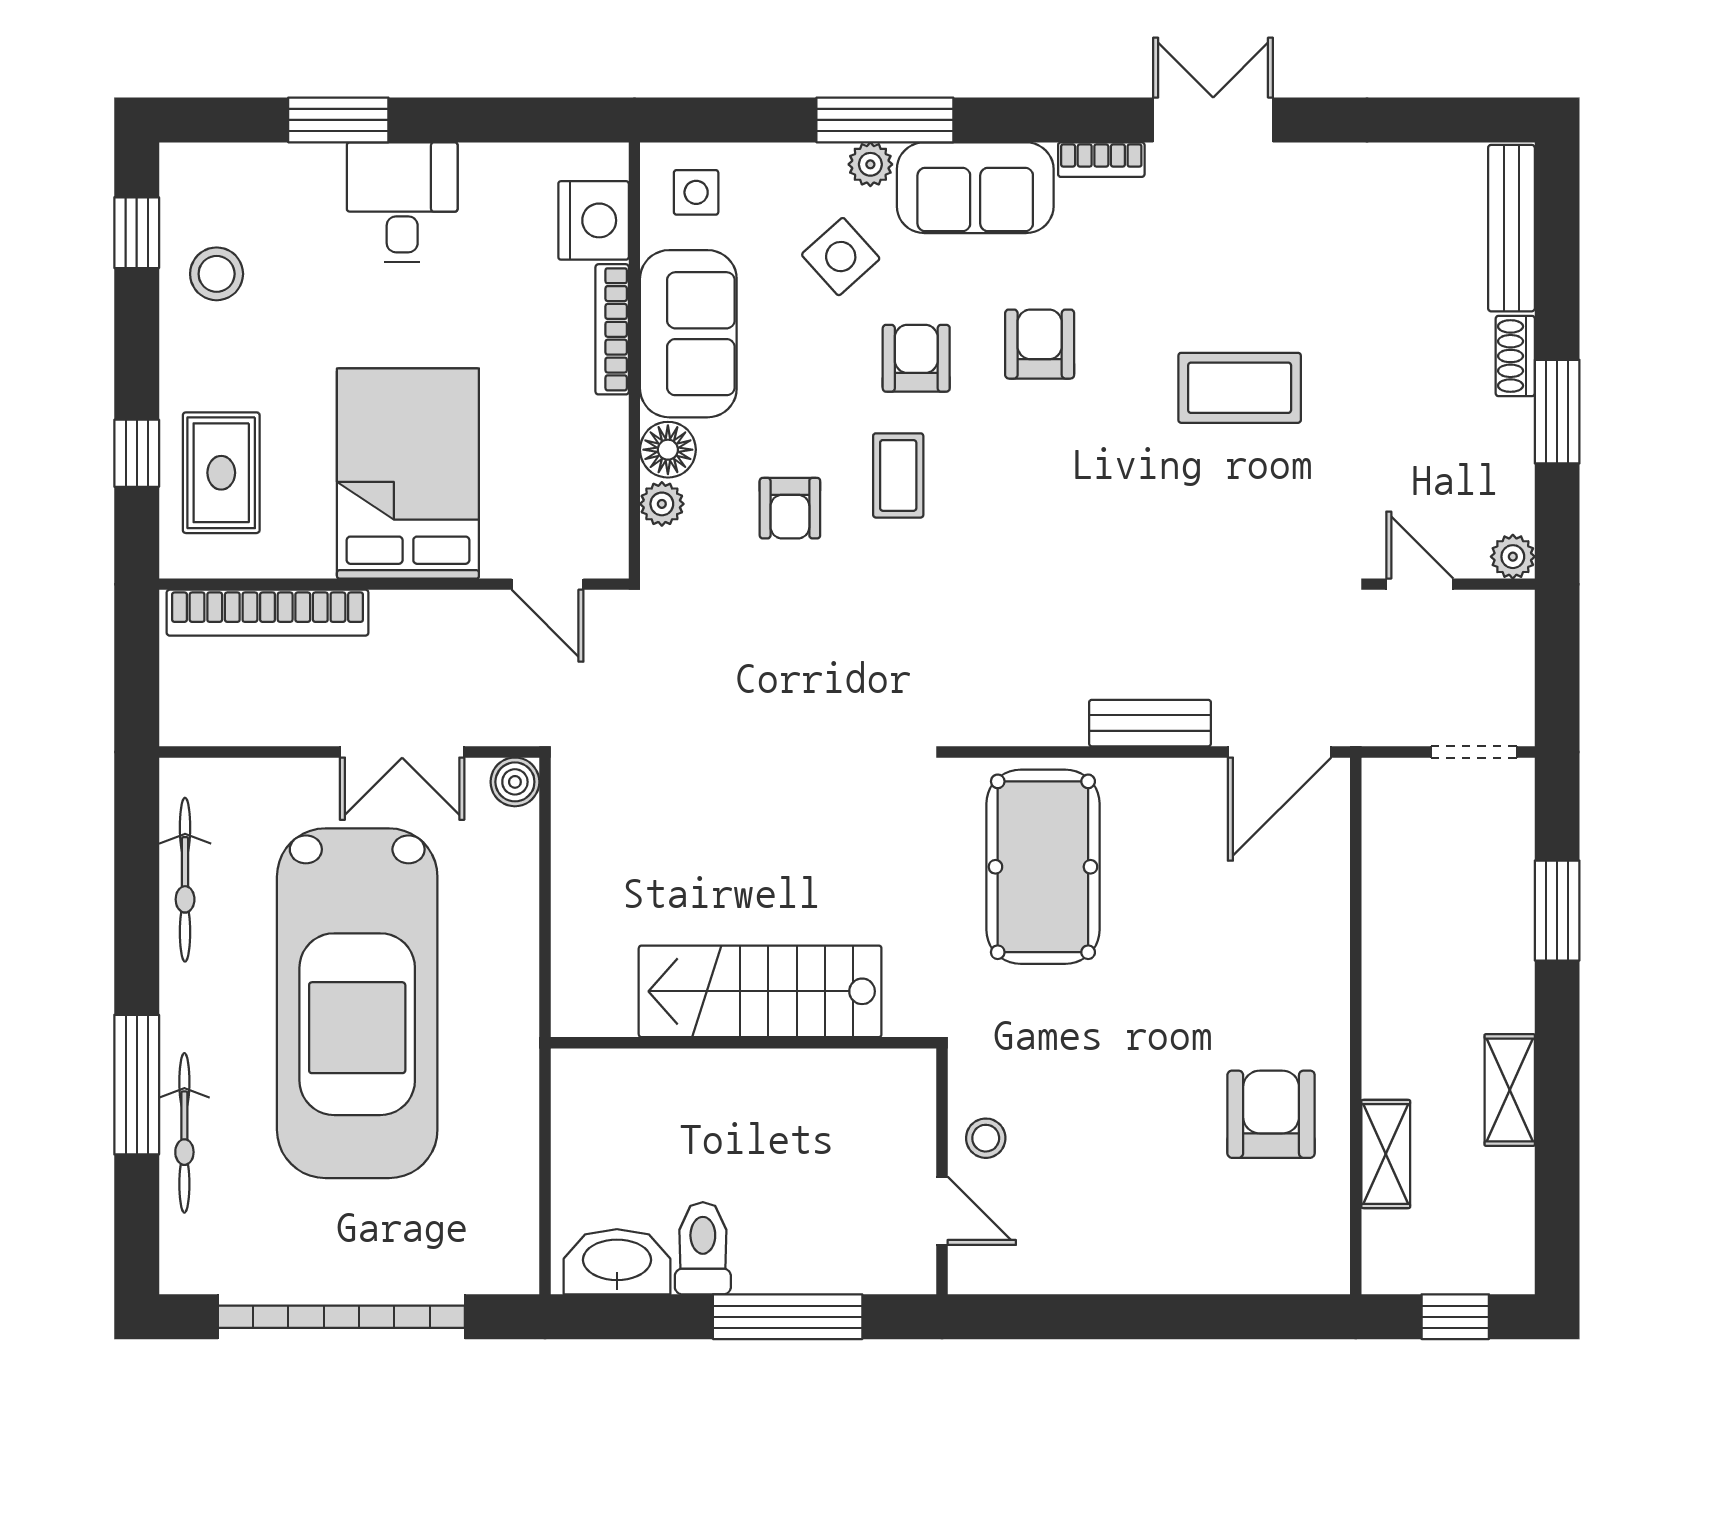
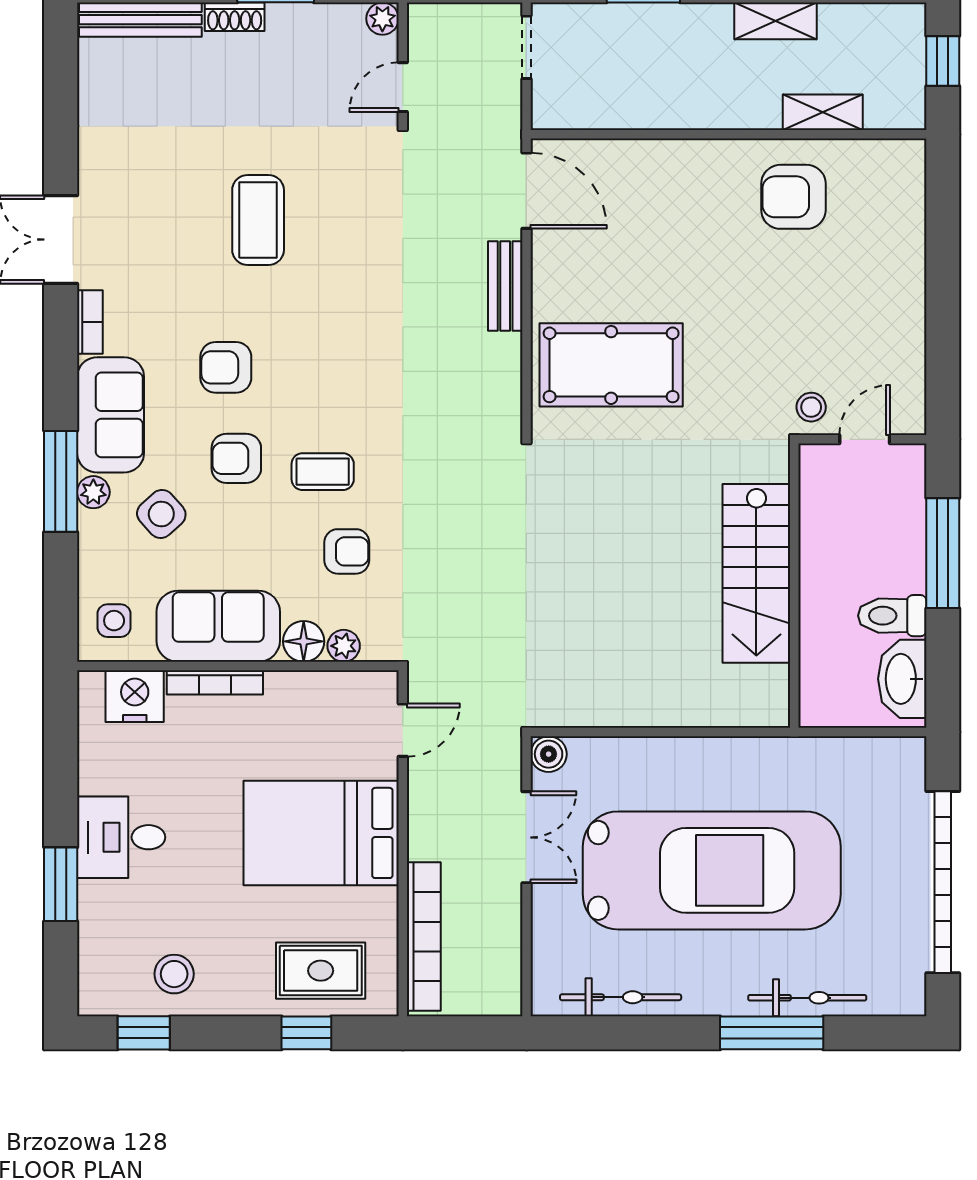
stairs: (760, 991) -> (756, 573), moved
wall: (743, 1043) -> (794, 586), moved

